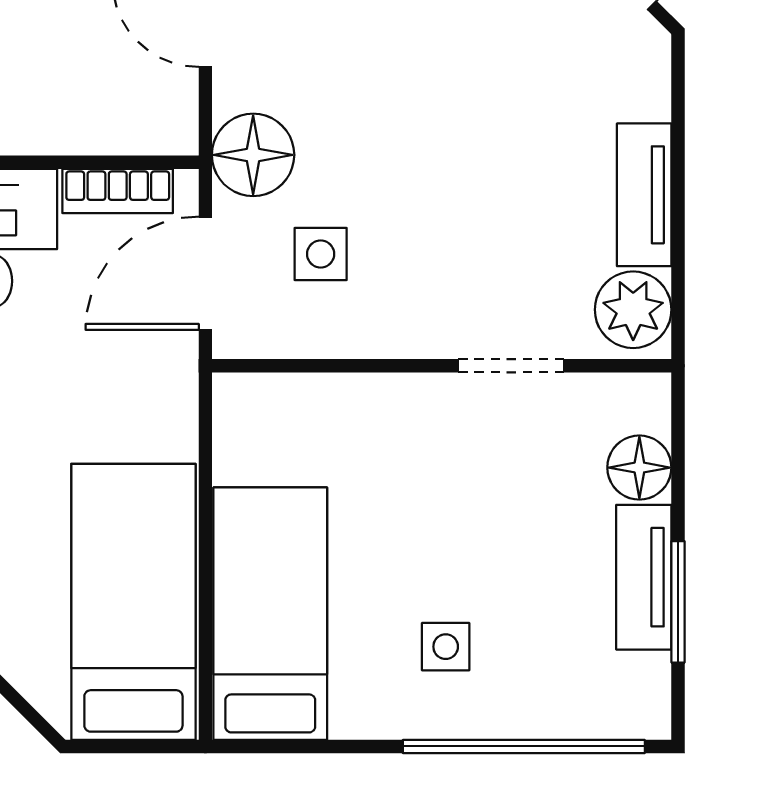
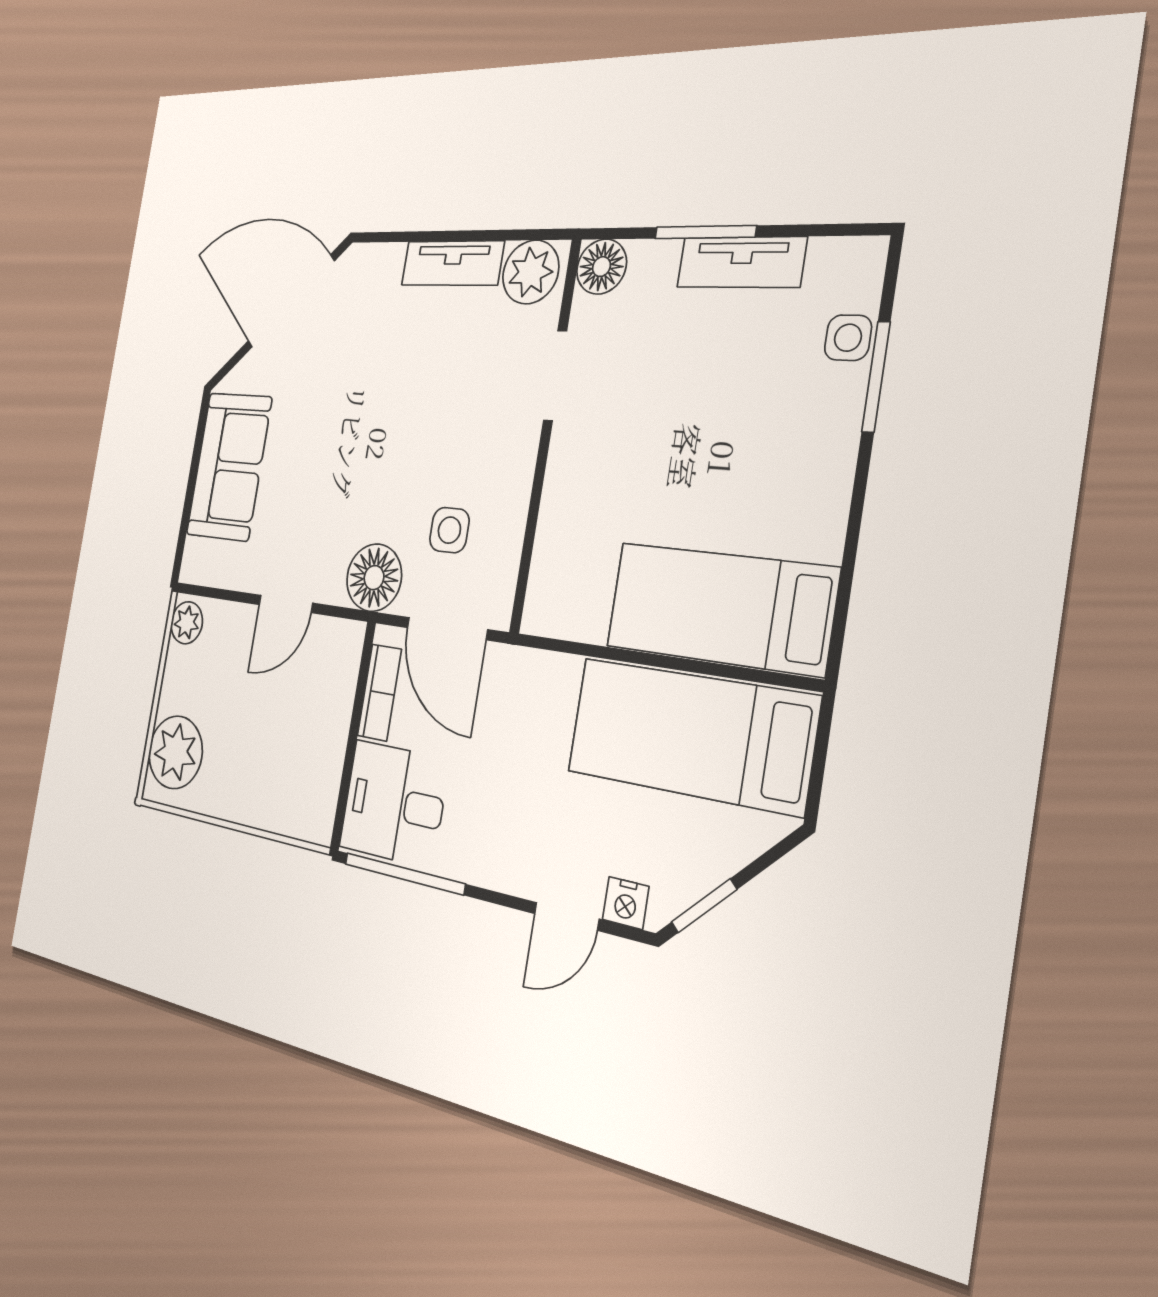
floor lamp: (639, 468) -> (602, 267), moved
window: (678, 602) -> (705, 232), moved
side table: (446, 647) -> (848, 338), moved
window: (524, 746) -> (876, 377), width x0.47

